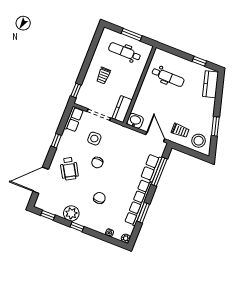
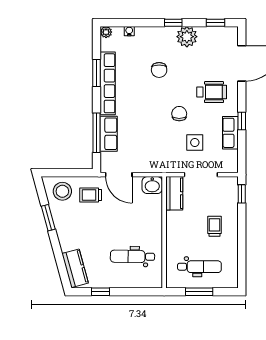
row of seats: (74, 119) -> (230, 133), moved
wheelchair: (69, 169) -> (212, 92), turned 120

